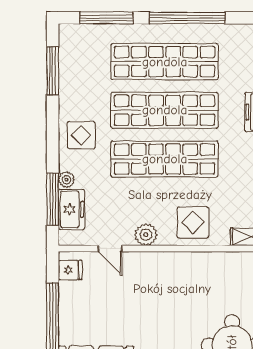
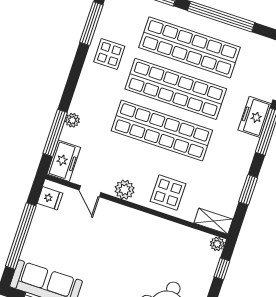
display table: (81, 135) -> (109, 54), moved
freezer: (71, 209) -> (64, 161), moved

